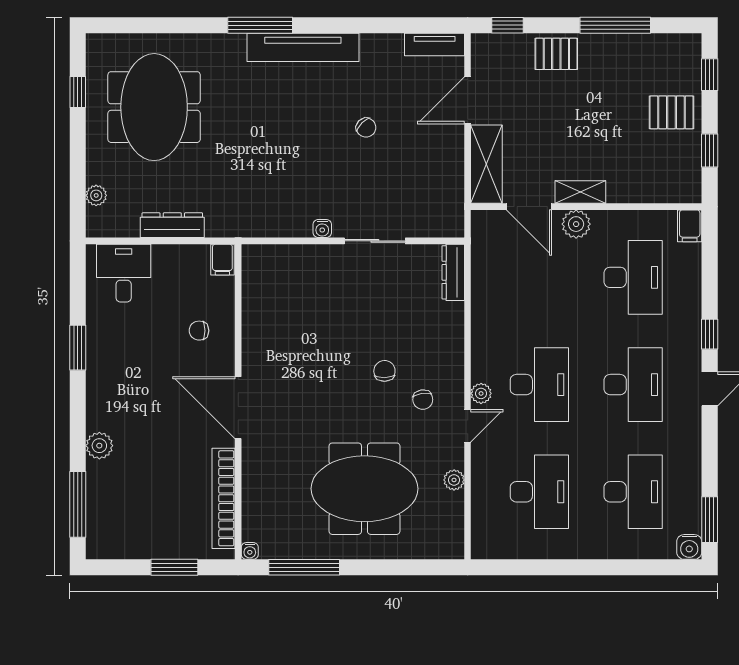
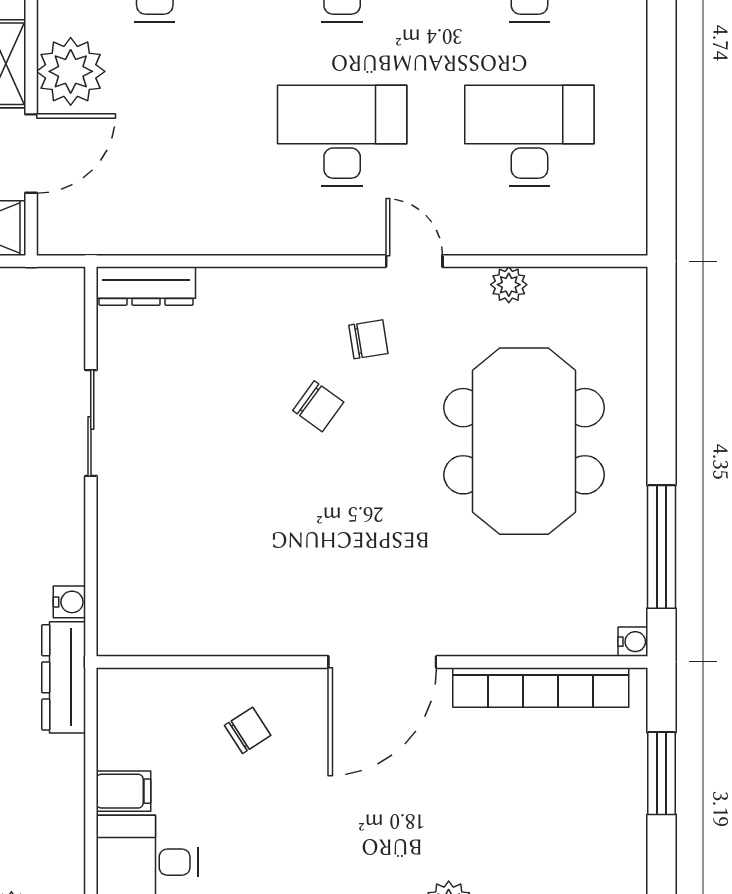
plant: (576, 224) -> (71, 71), width x1.36, depth x1.36
dresser: (172, 225) -> (64, 677), moved
water cooler: (322, 229) -> (69, 602), moved
filing cabinet: (222, 260) -> (124, 791), moved
chair: (199, 331) -> (248, 730), turned -123
chair: (384, 371) -> (318, 406), turned -142
plant: (481, 393) -> (358, 237), removed

